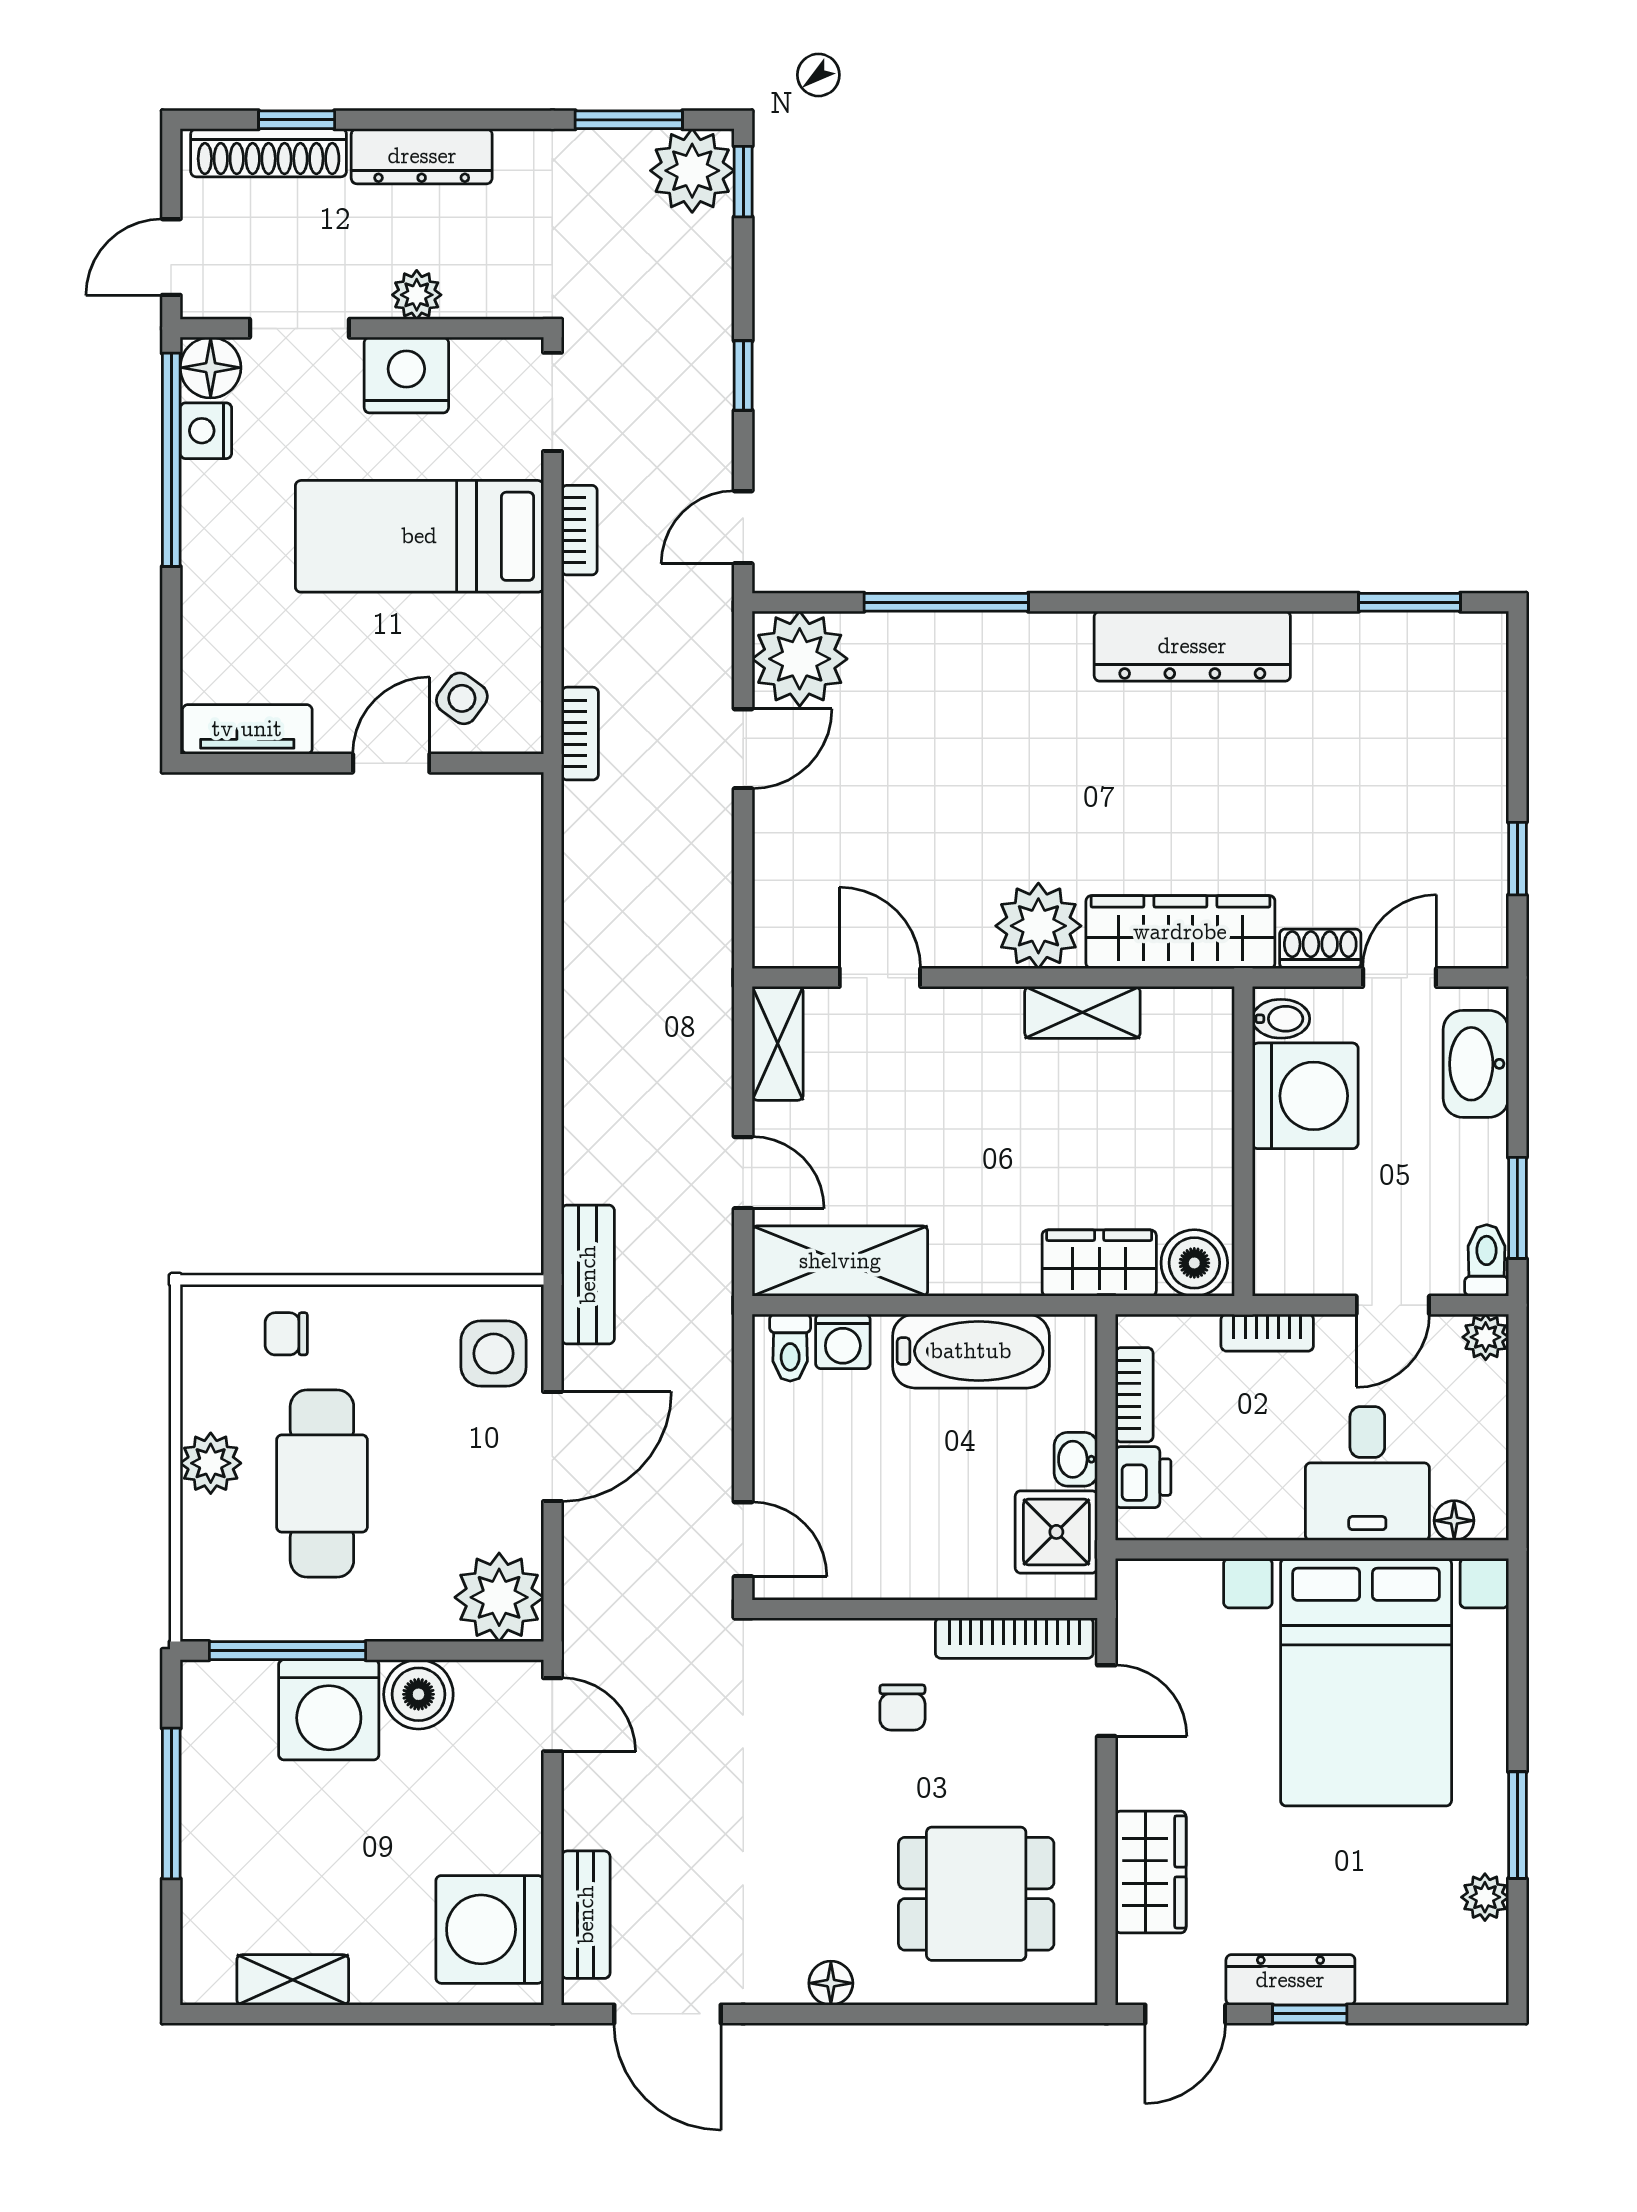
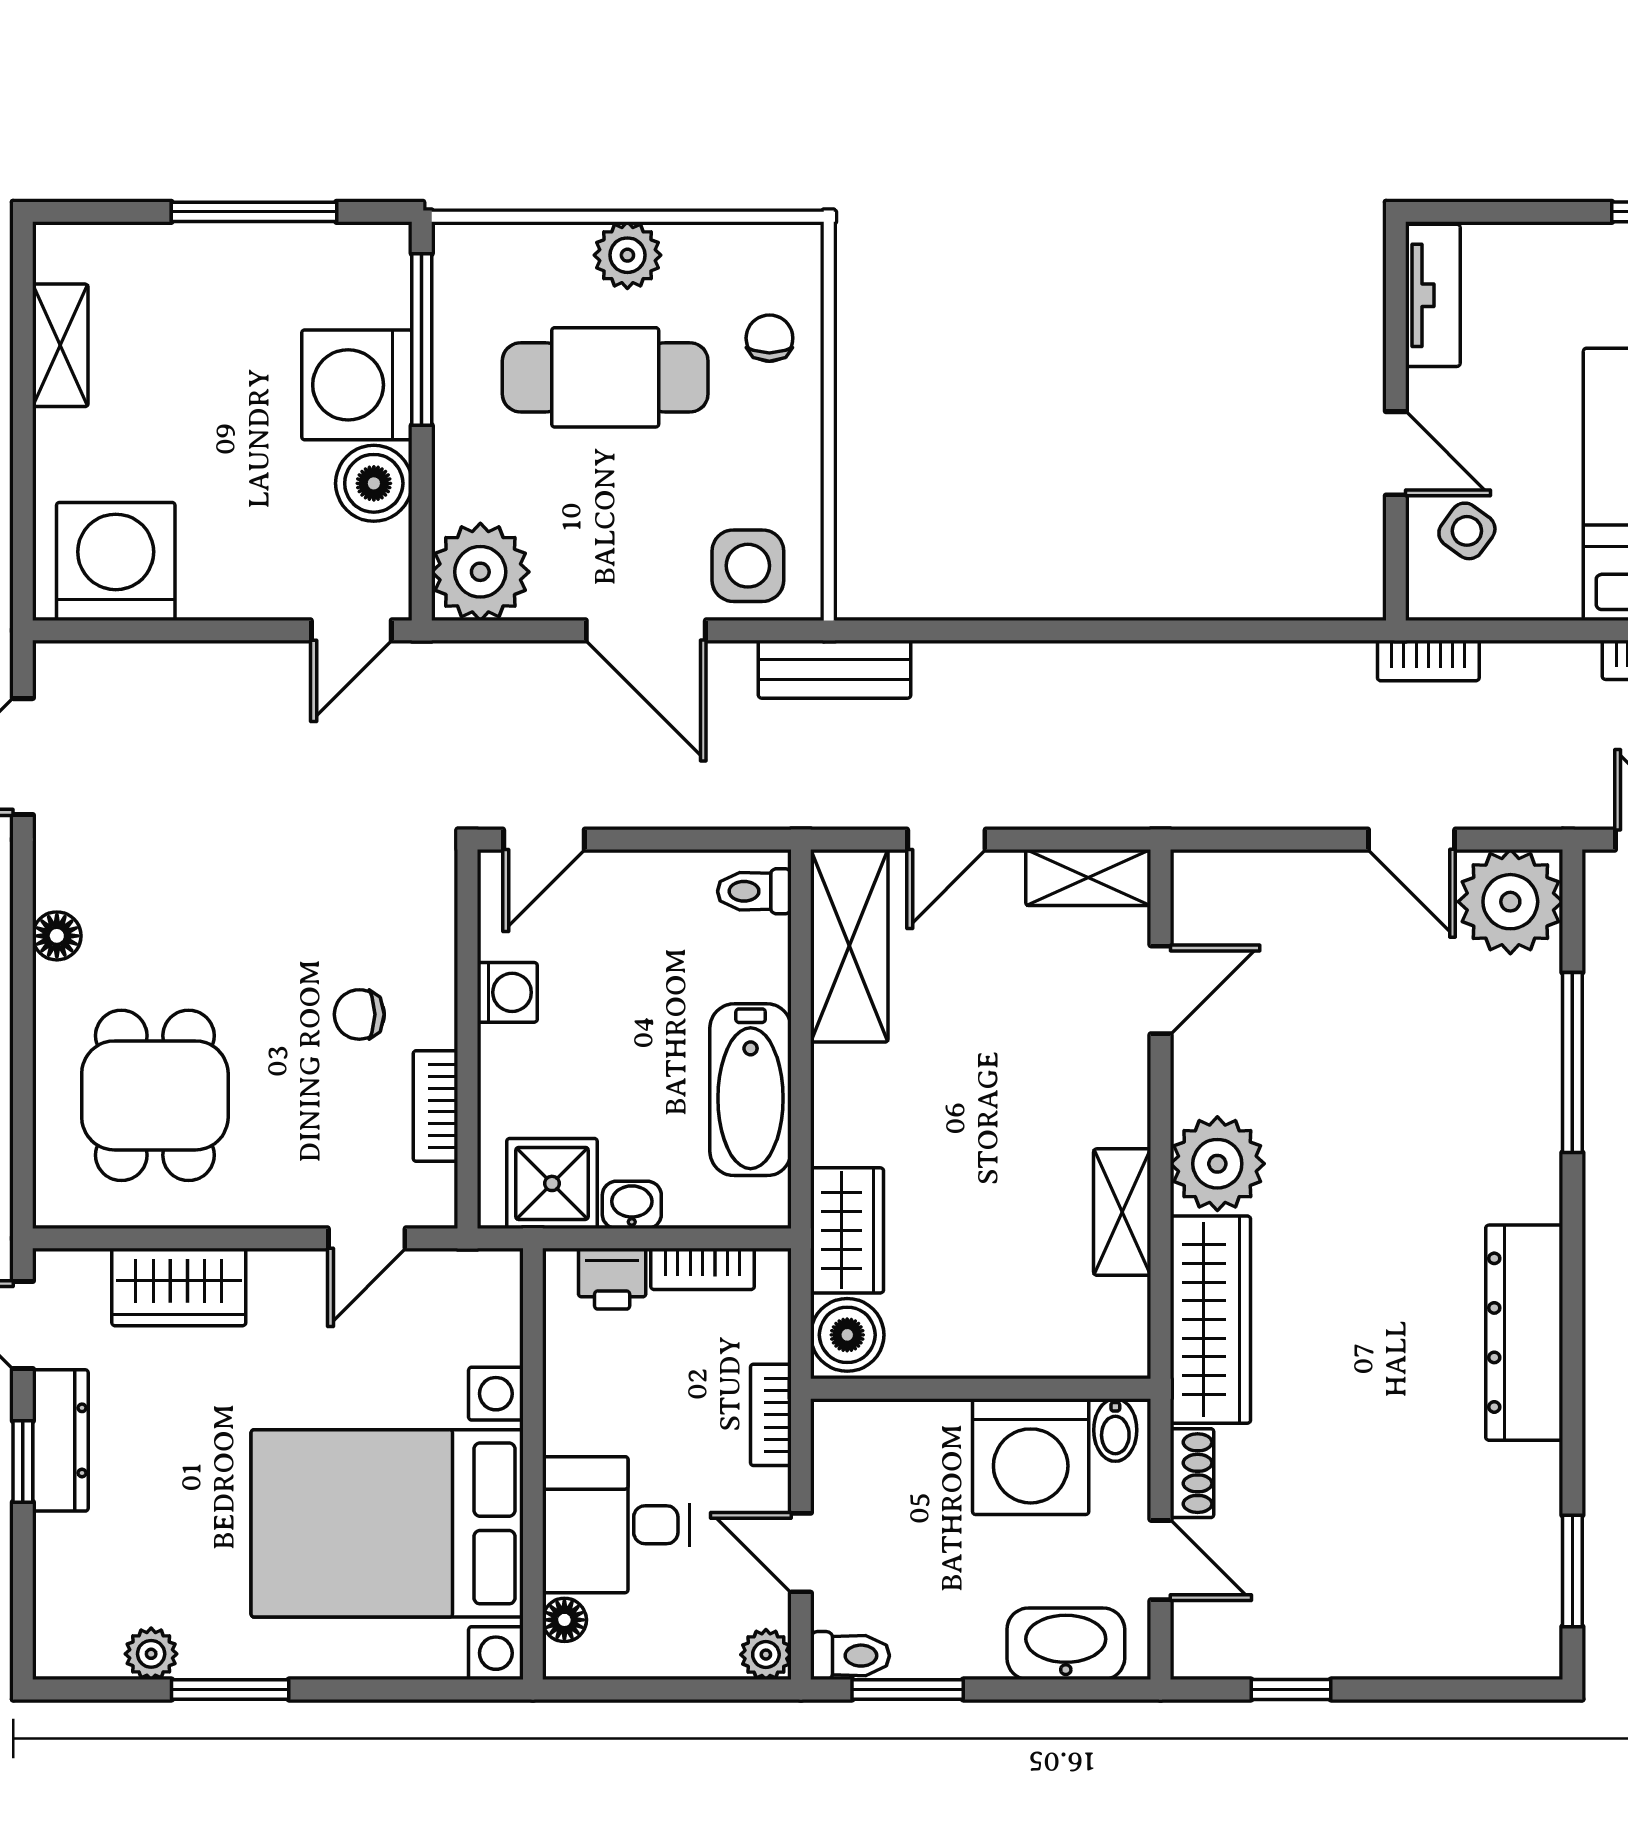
washing machine: (843, 1341) -> (507, 992), moved, turned 180
bookcase: (1014, 1638) -> (435, 1106), width x0.64
bench: (586, 1915) -> (132, 667), removed

